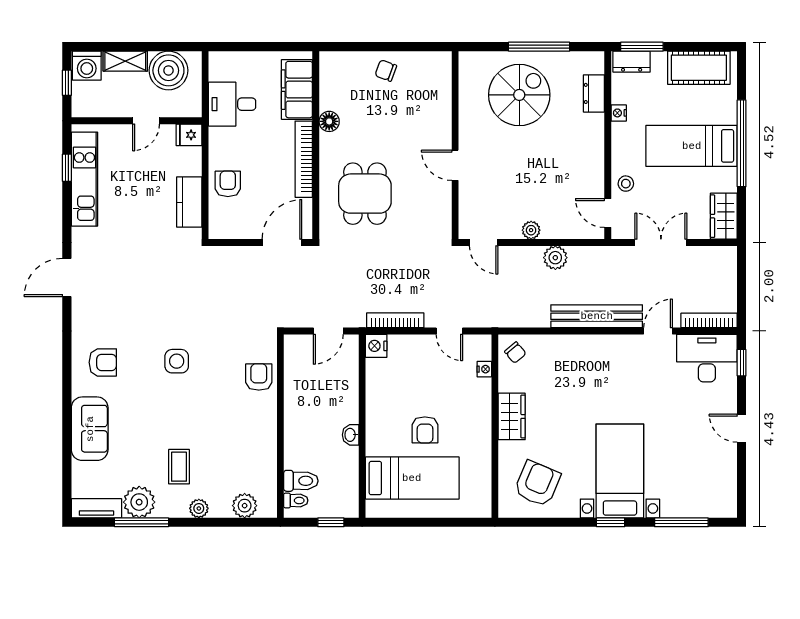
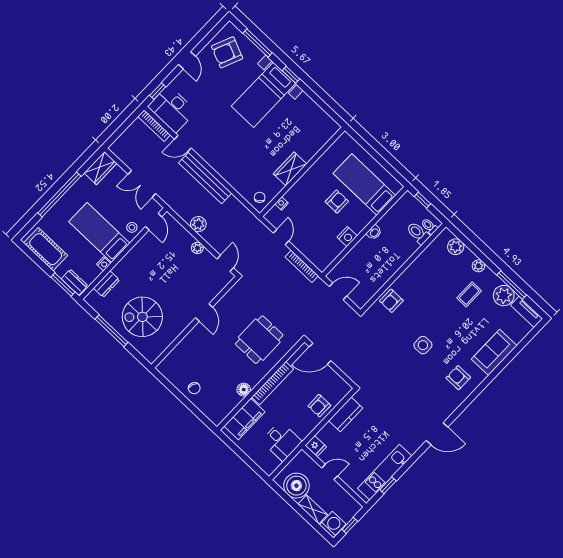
bed: (692, 146) -> (99, 233), moved, turned 180
nightstand: (376, 346) -> (347, 237), moved
armchair: (537, 484) -> (227, 52), moved

